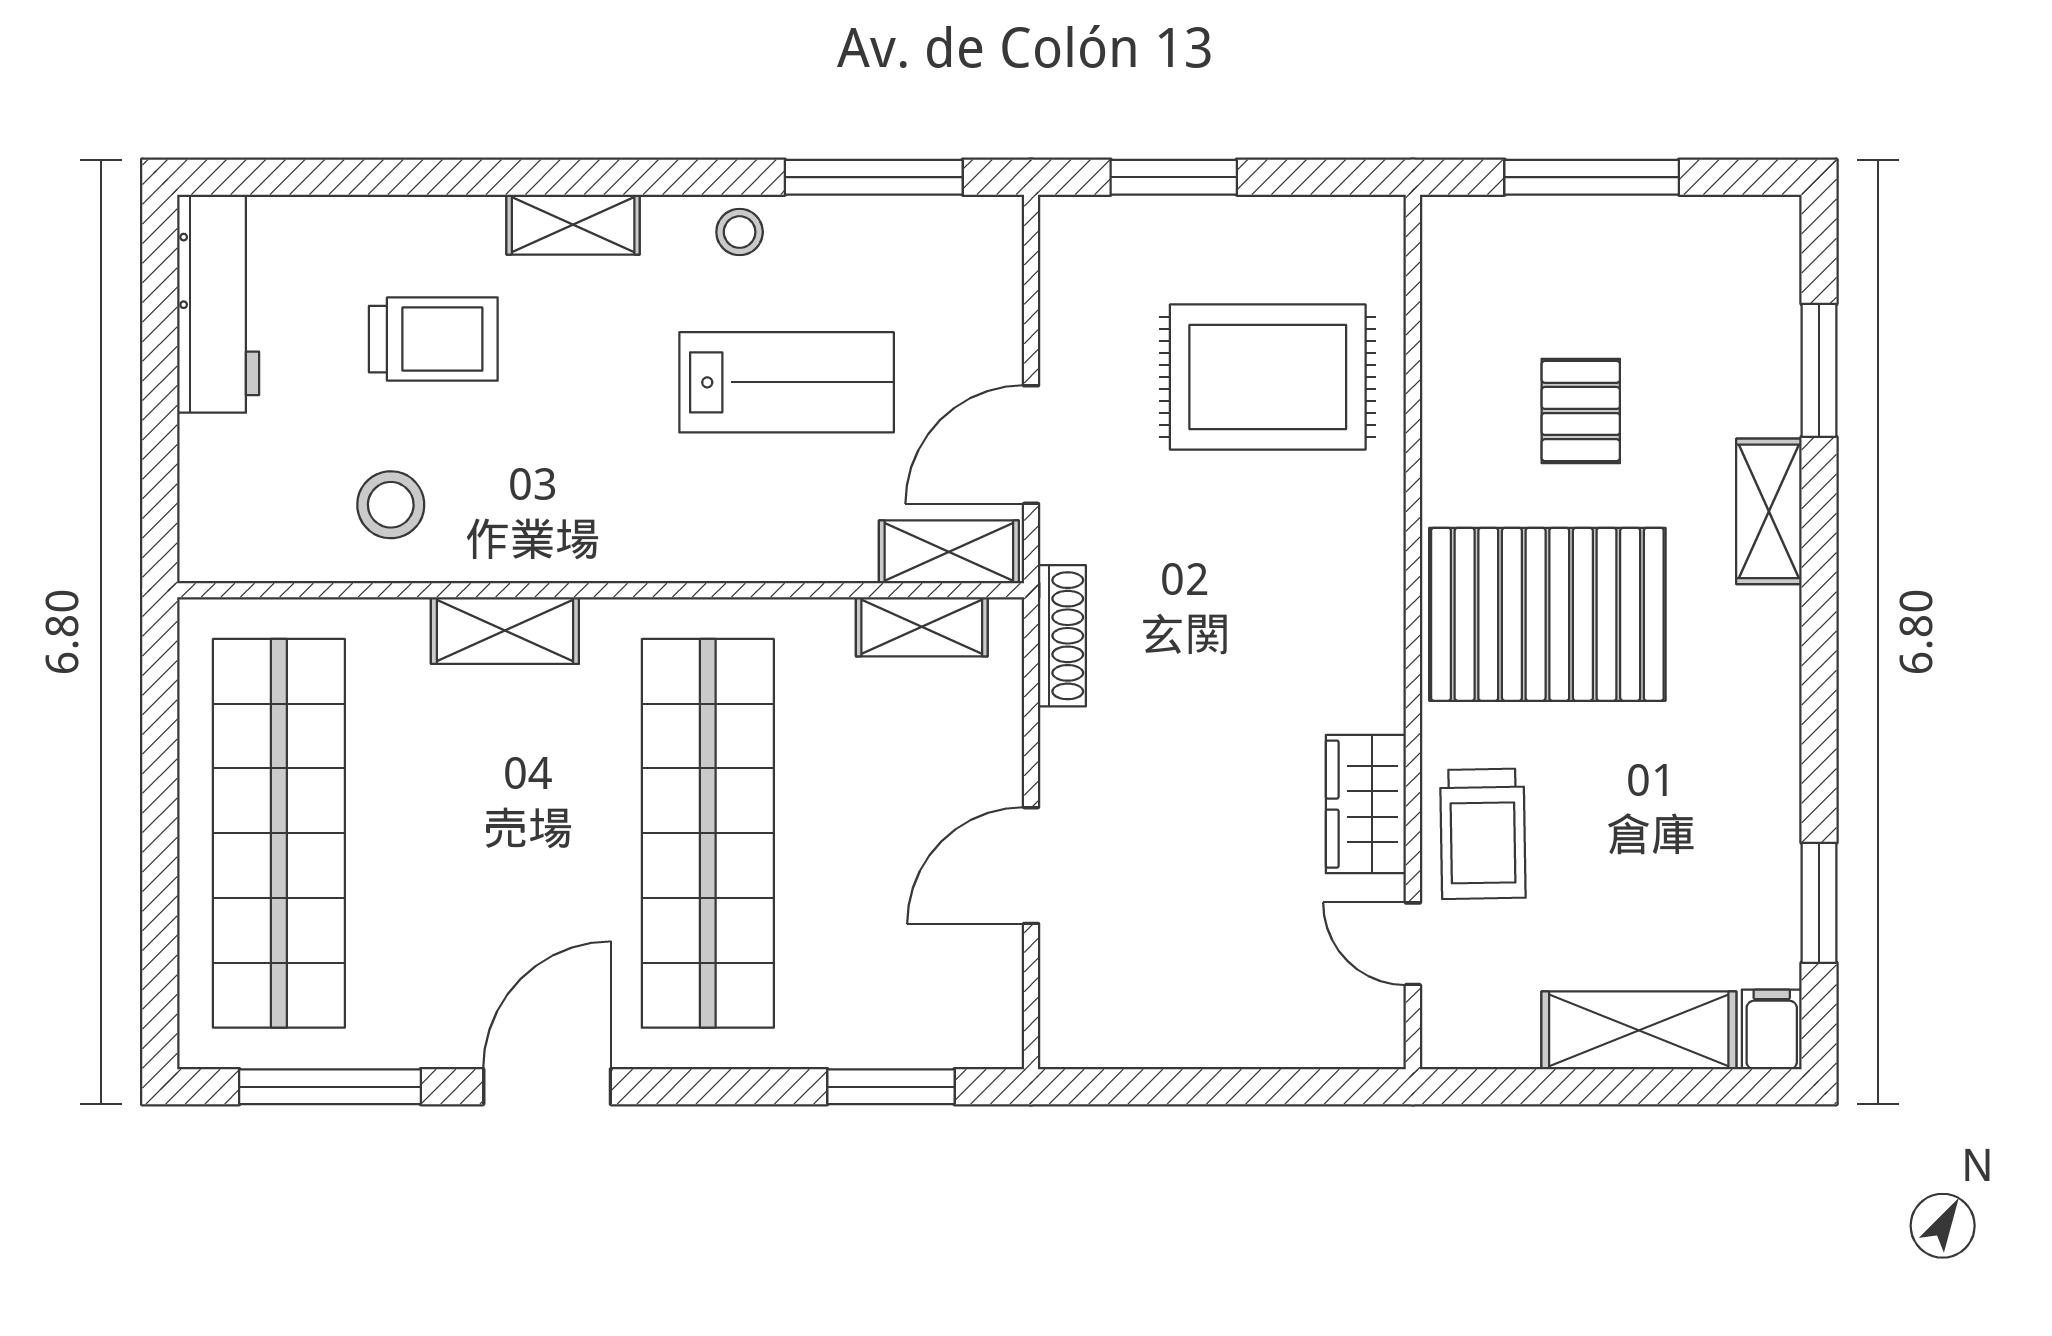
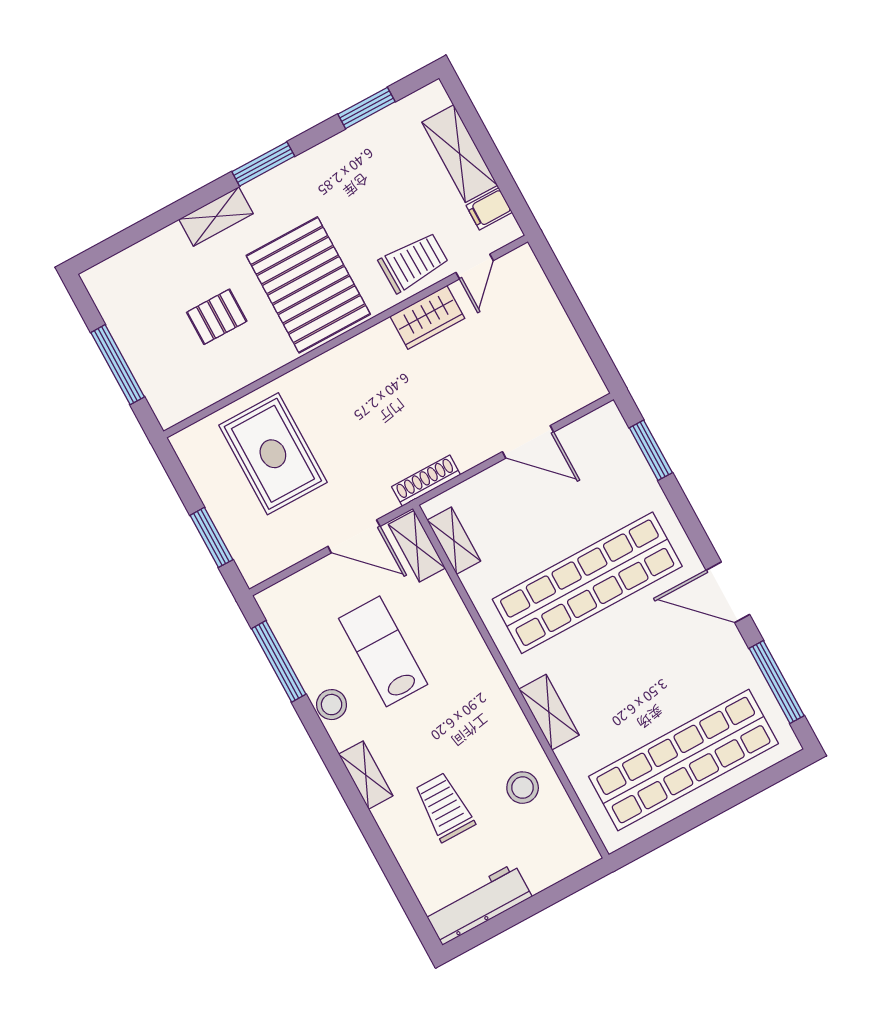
stool: (740, 232) -> (332, 705), width x1.37, depth x1.37
window: (1819, 370) -> (263, 164), moved
filing cabinet: (1772, 1029) -> (489, 209), moved

